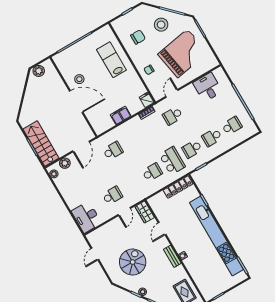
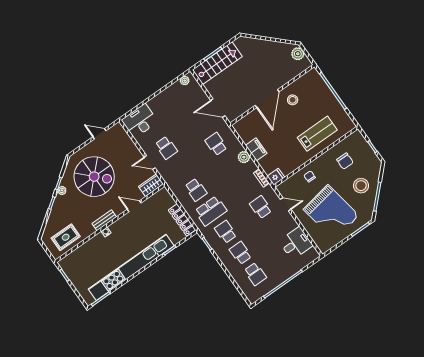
school desk: (113, 151) -> (216, 144), turned 180
plant: (65, 163) -> (244, 157), moved
spiral stairs: (133, 262) -> (94, 177), width x1.37, depth x1.37

